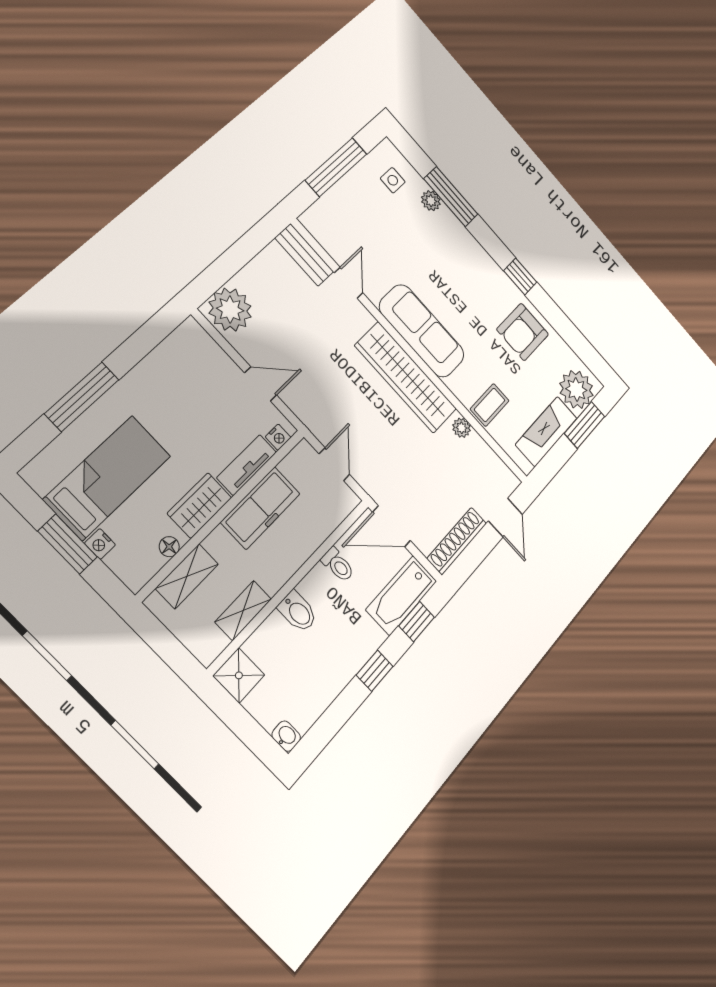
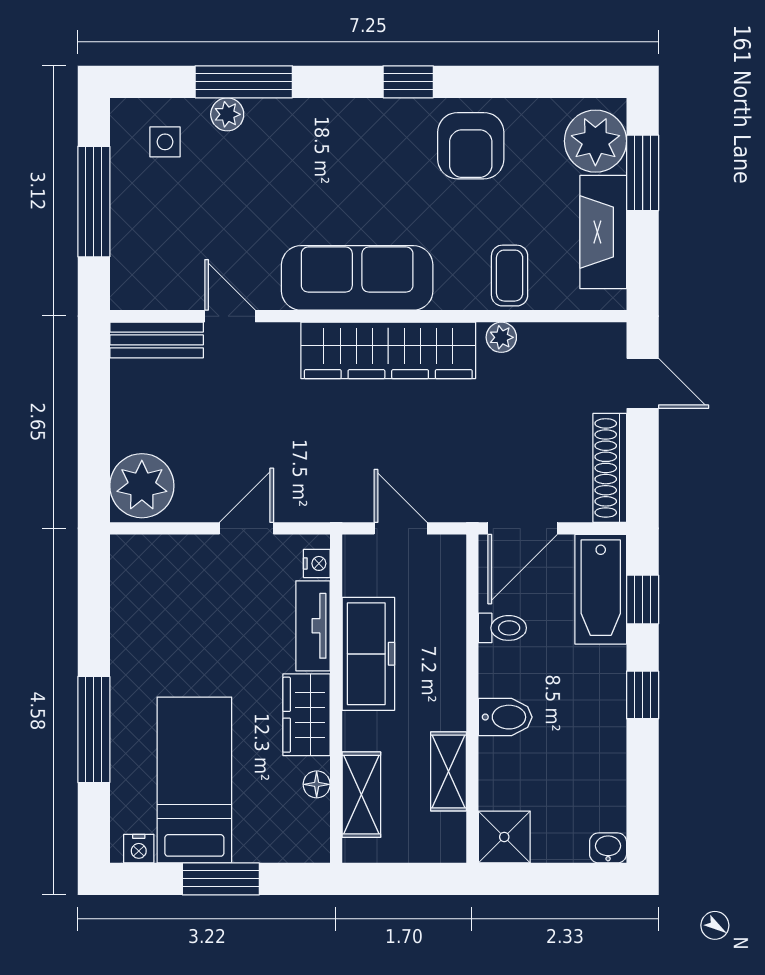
nightstand: (100, 544) -> (139, 849), moved

